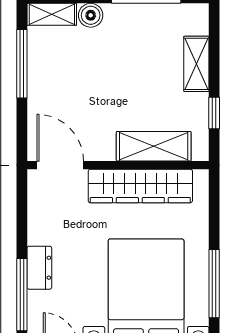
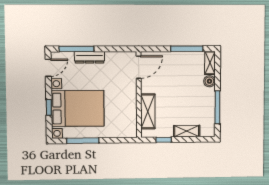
wardrobe: (140, 186) -> (129, 105), removed
dresser: (39, 268) -> (90, 57), width x1.44

